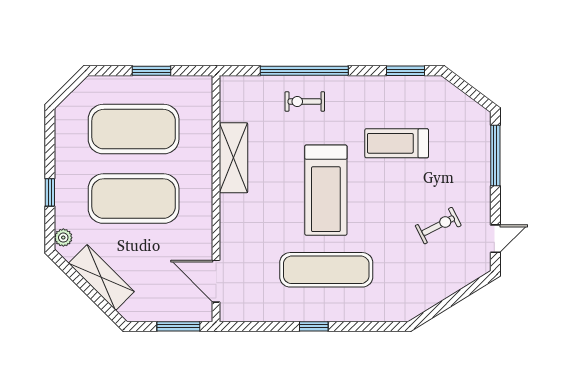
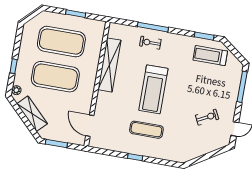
window: (304, 71) -> (153, 27), width x0.68
treadmill: (397, 143) -> (210, 56), moved
shelving: (234, 158) -> (109, 65), width x1.47
exercise mat: (326, 270) -> (146, 130), width x0.73, depth x0.69
window: (178, 326) -> (56, 143), moved

